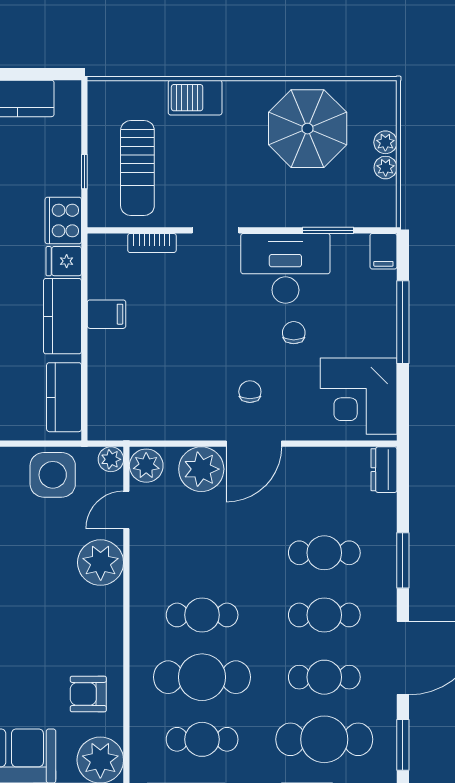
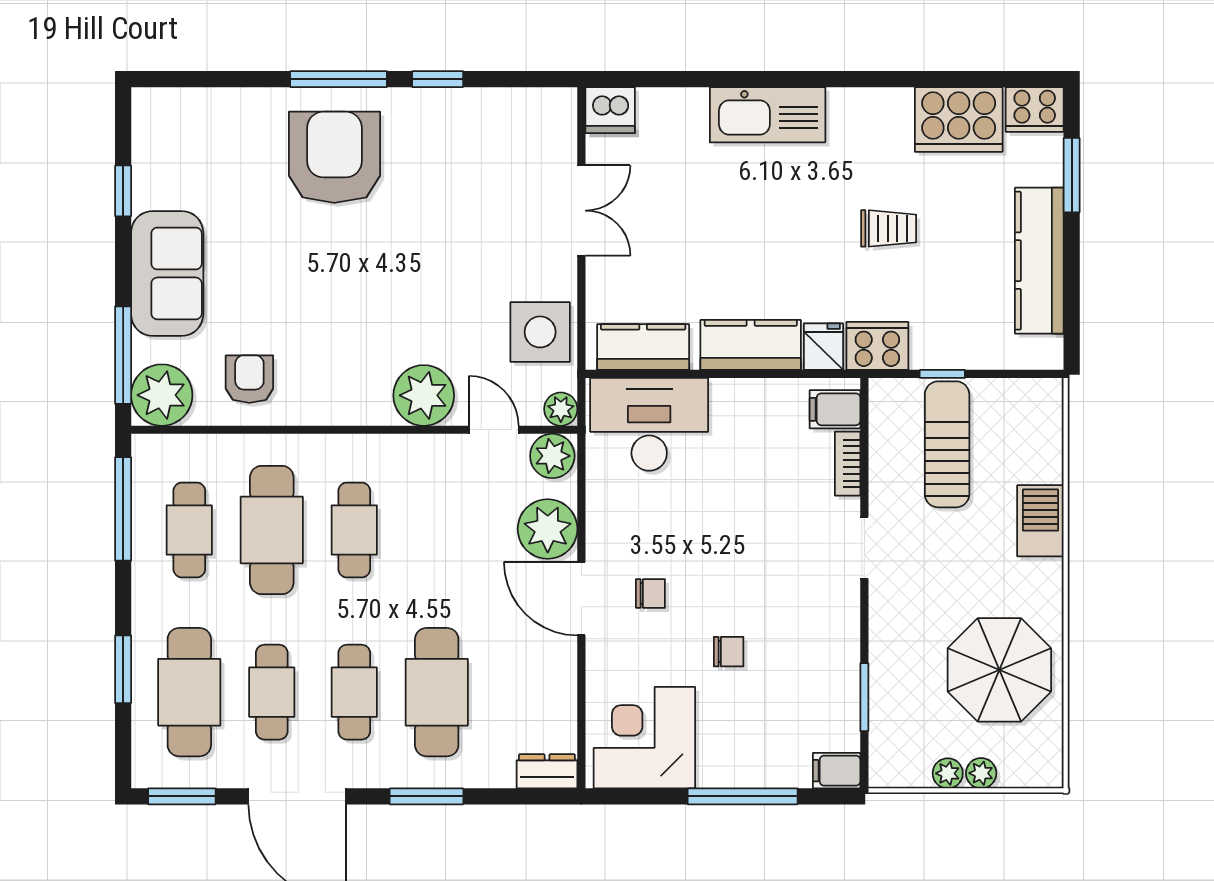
sun lounger: (137, 168) -> (947, 444), turned 90
desk: (285, 268) -> (649, 424), moved, turned -90
filing cabinet: (107, 314) -> (835, 409), moved, turned 90
cafe table: (324, 553) -> (437, 692), width x1.37, depth x1.35

